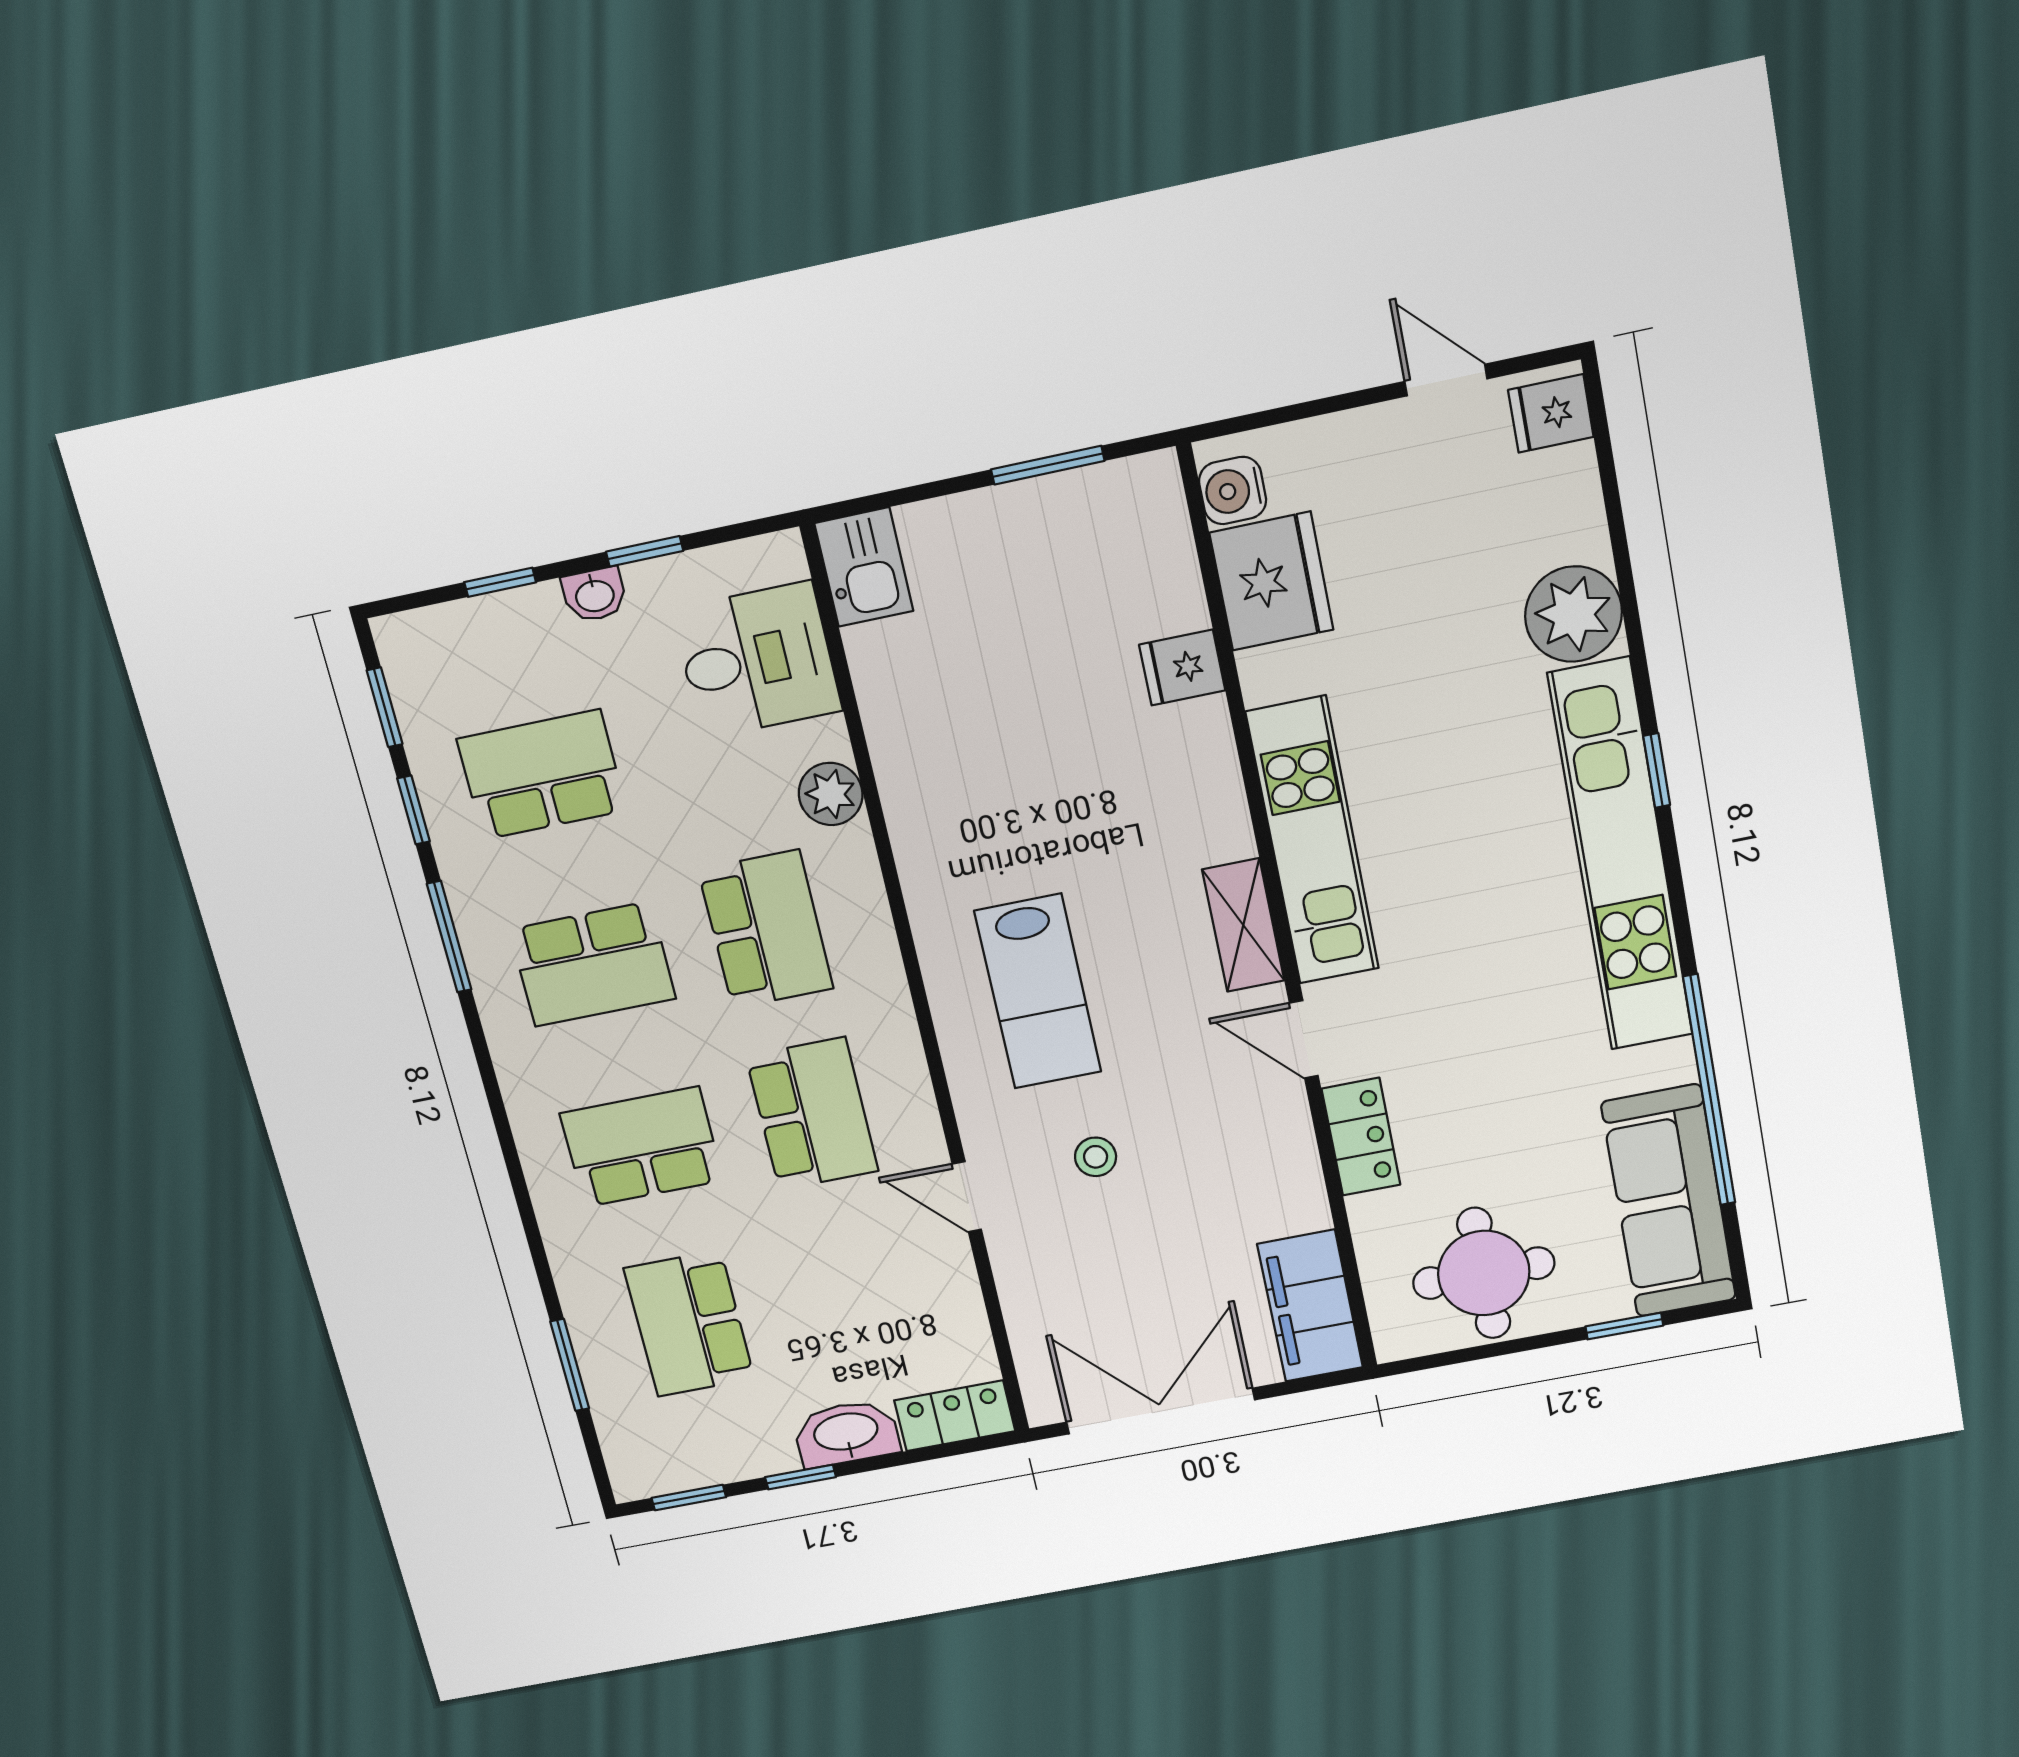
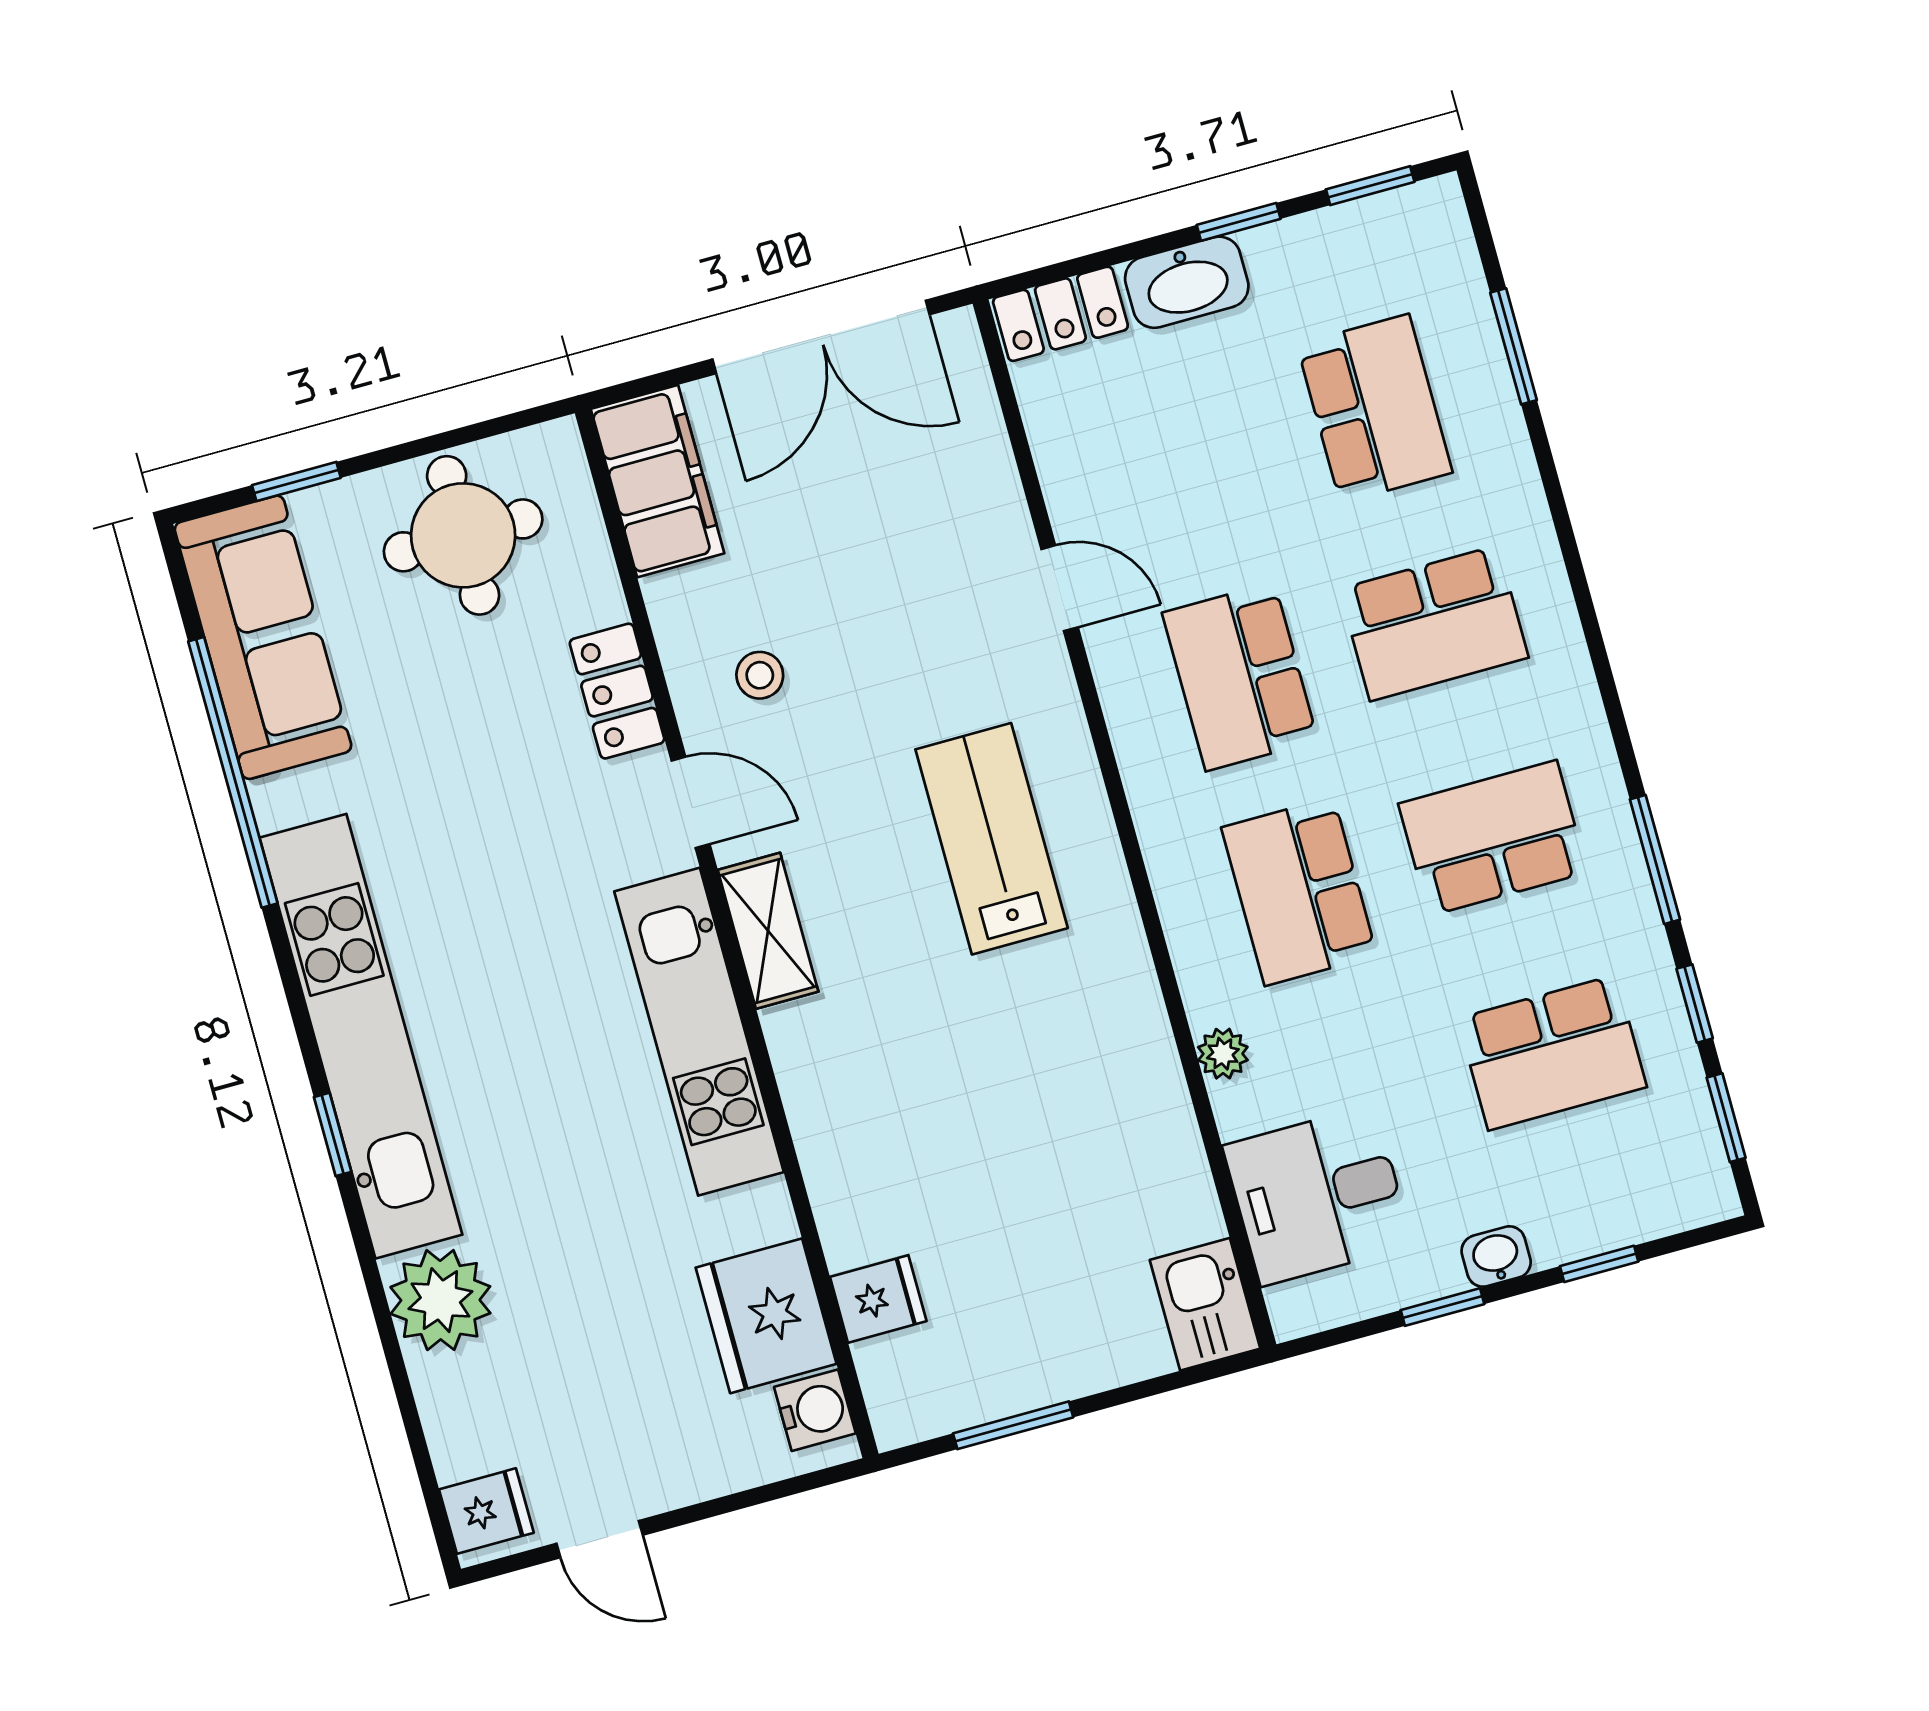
fridge: (1182, 668) -> (878, 1299), moved
plant: (831, 794) -> (1223, 1054), width x0.73, depth x0.73
stool: (1096, 1157) -> (760, 675), moved

